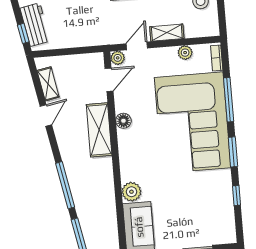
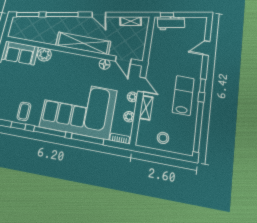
plant: (118, 58) -> (132, 97), moved
door: (46, 115) -> (99, 15), moved
floor lamp: (123, 121) -> (105, 64), moved
shelving: (99, 130) -> (83, 43), width x1.47
window: (233, 152) -> (50, 132), width x1.44
coffee table: (216, 194) -> (24, 111), added

